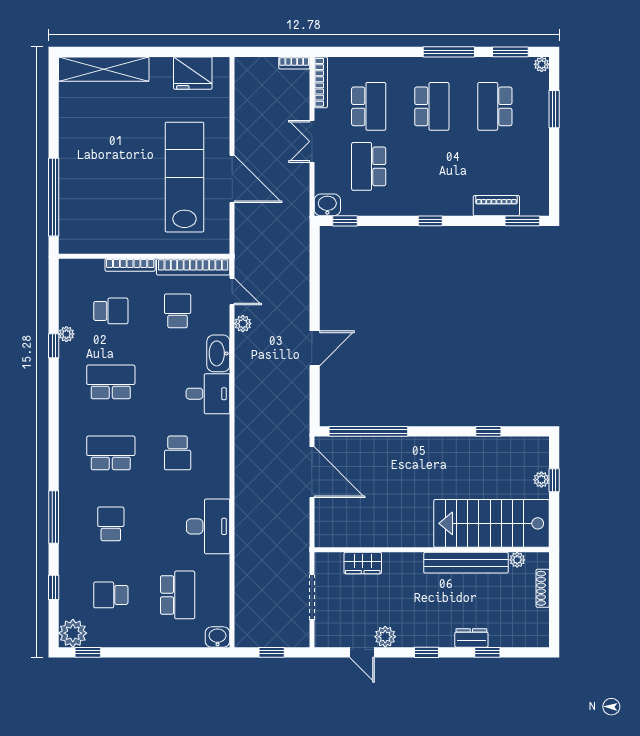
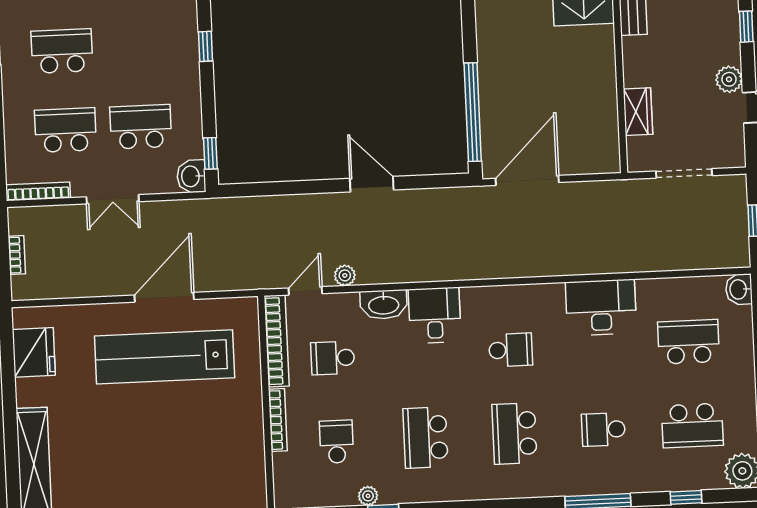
bookcase: (294, 63) -> (17, 255), moved
school desk: (369, 166) -> (141, 127), turned 180
school desk: (111, 595) -> (692, 425), width x1.85

